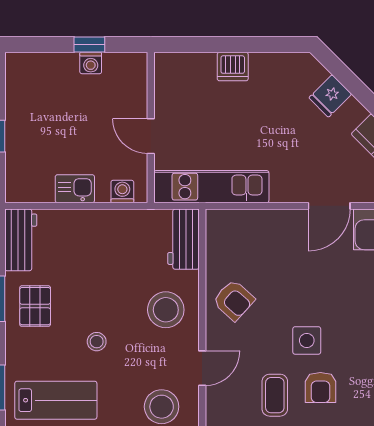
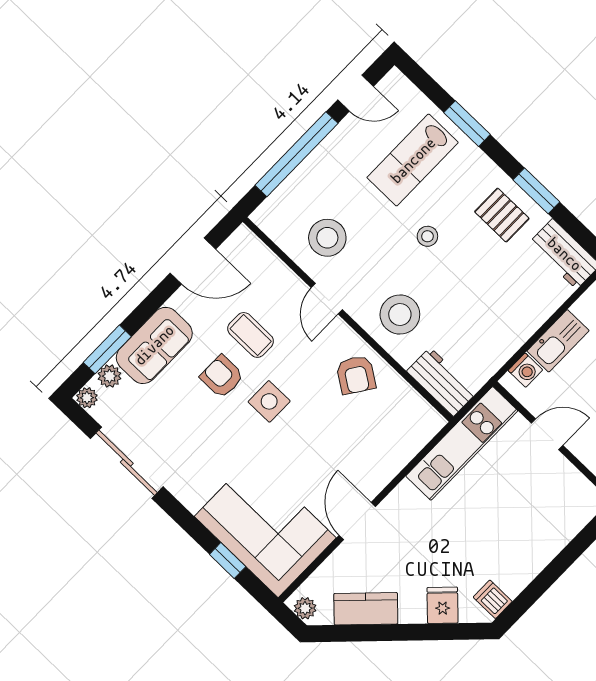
dishwasher: (233, 67) -> (493, 599), moved, width x0.73
kitchen sink: (75, 189) -> (558, 341), width x1.38
armchair: (234, 300) -> (356, 375), turned -98

